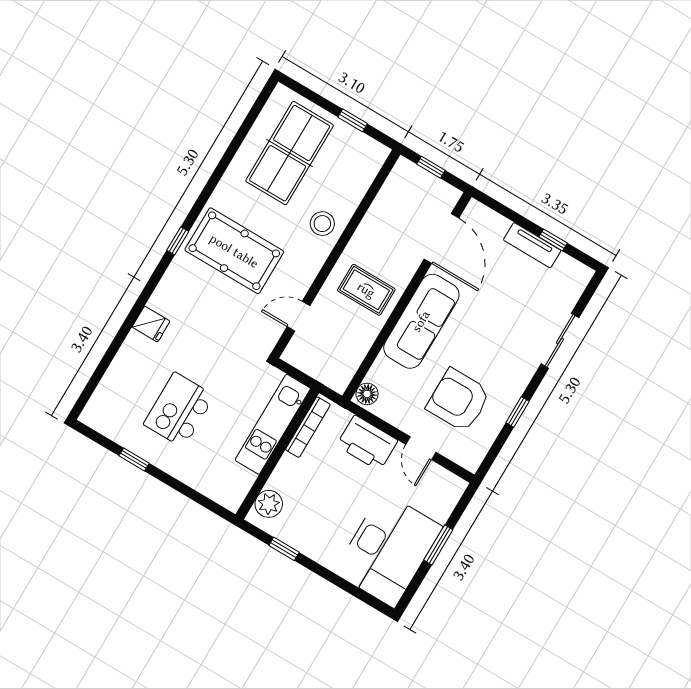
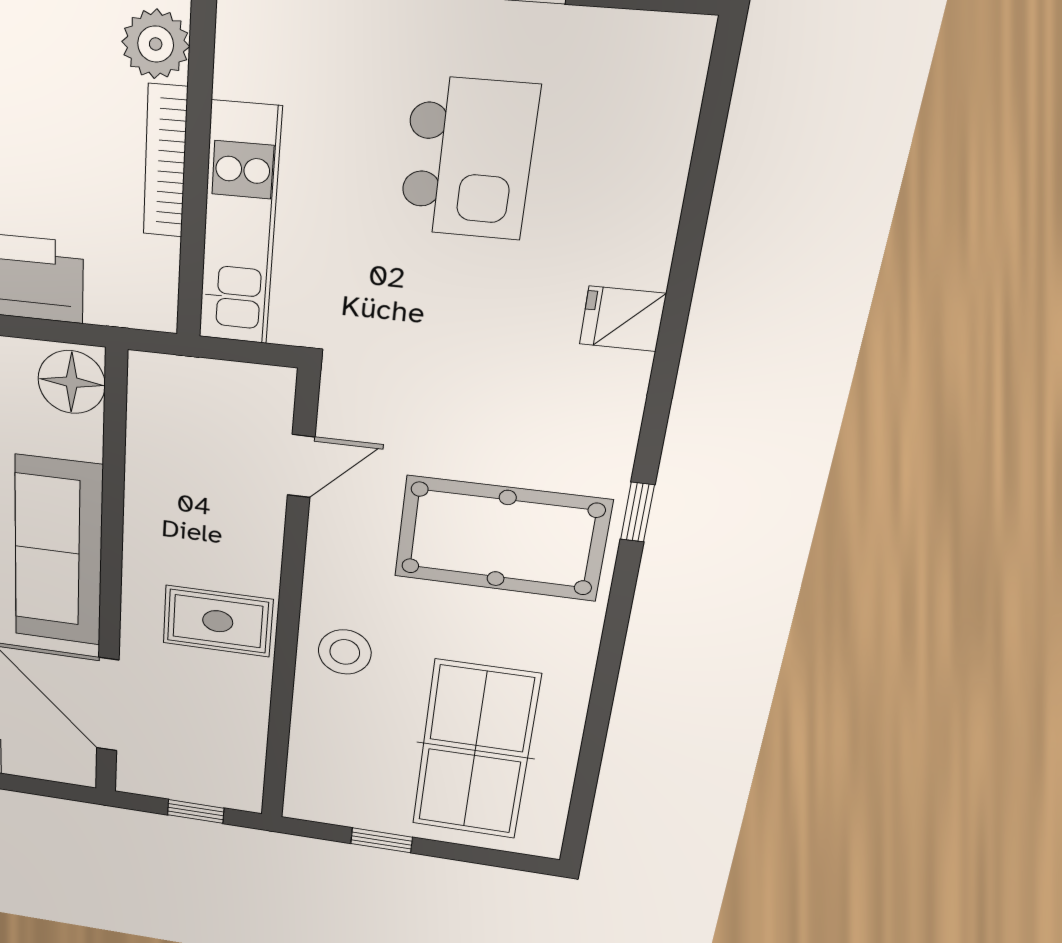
rug: (366, 290) -> (218, 621), moved
floor lamp: (367, 394) -> (72, 382), width x1.38, depth x1.38
bookcase: (308, 427) -> (165, 161), moved

